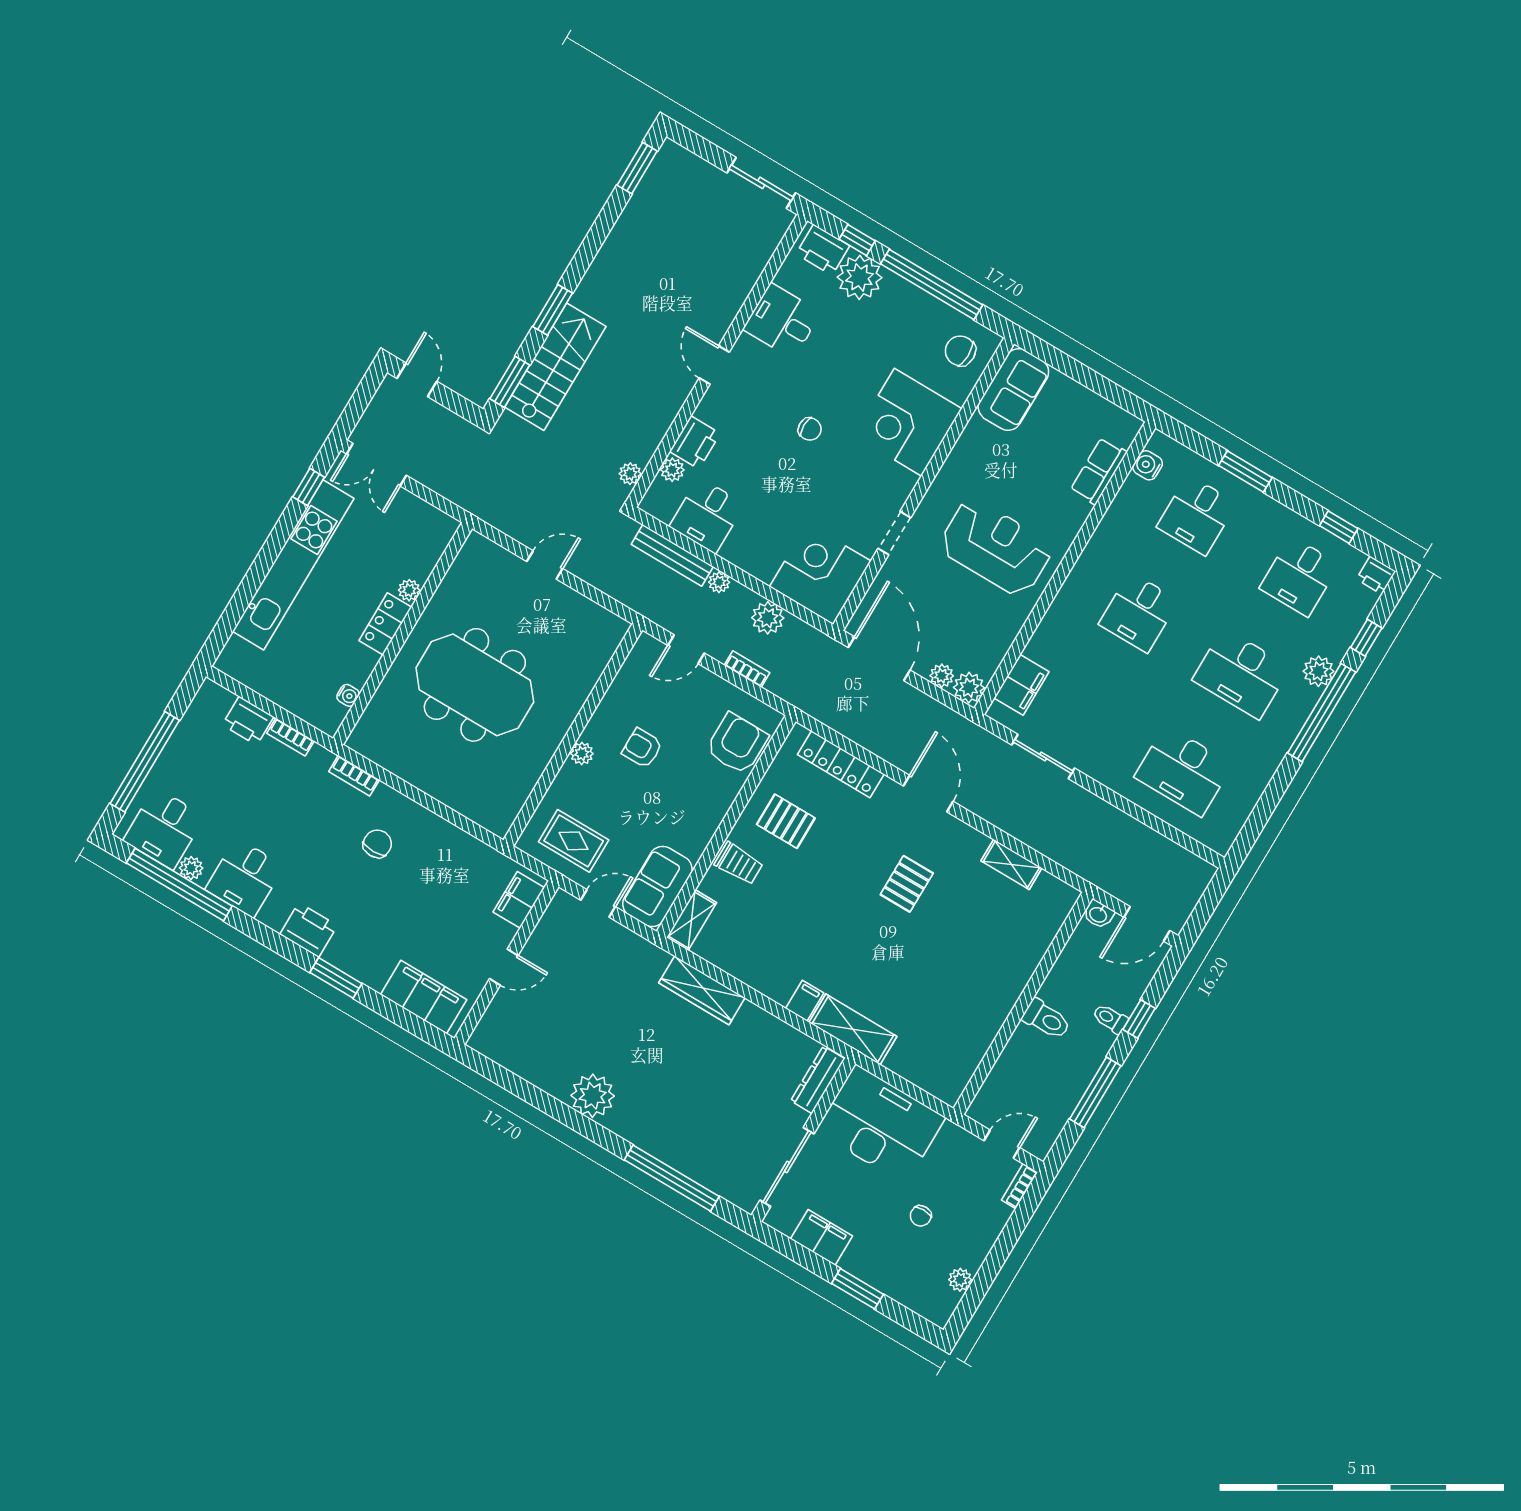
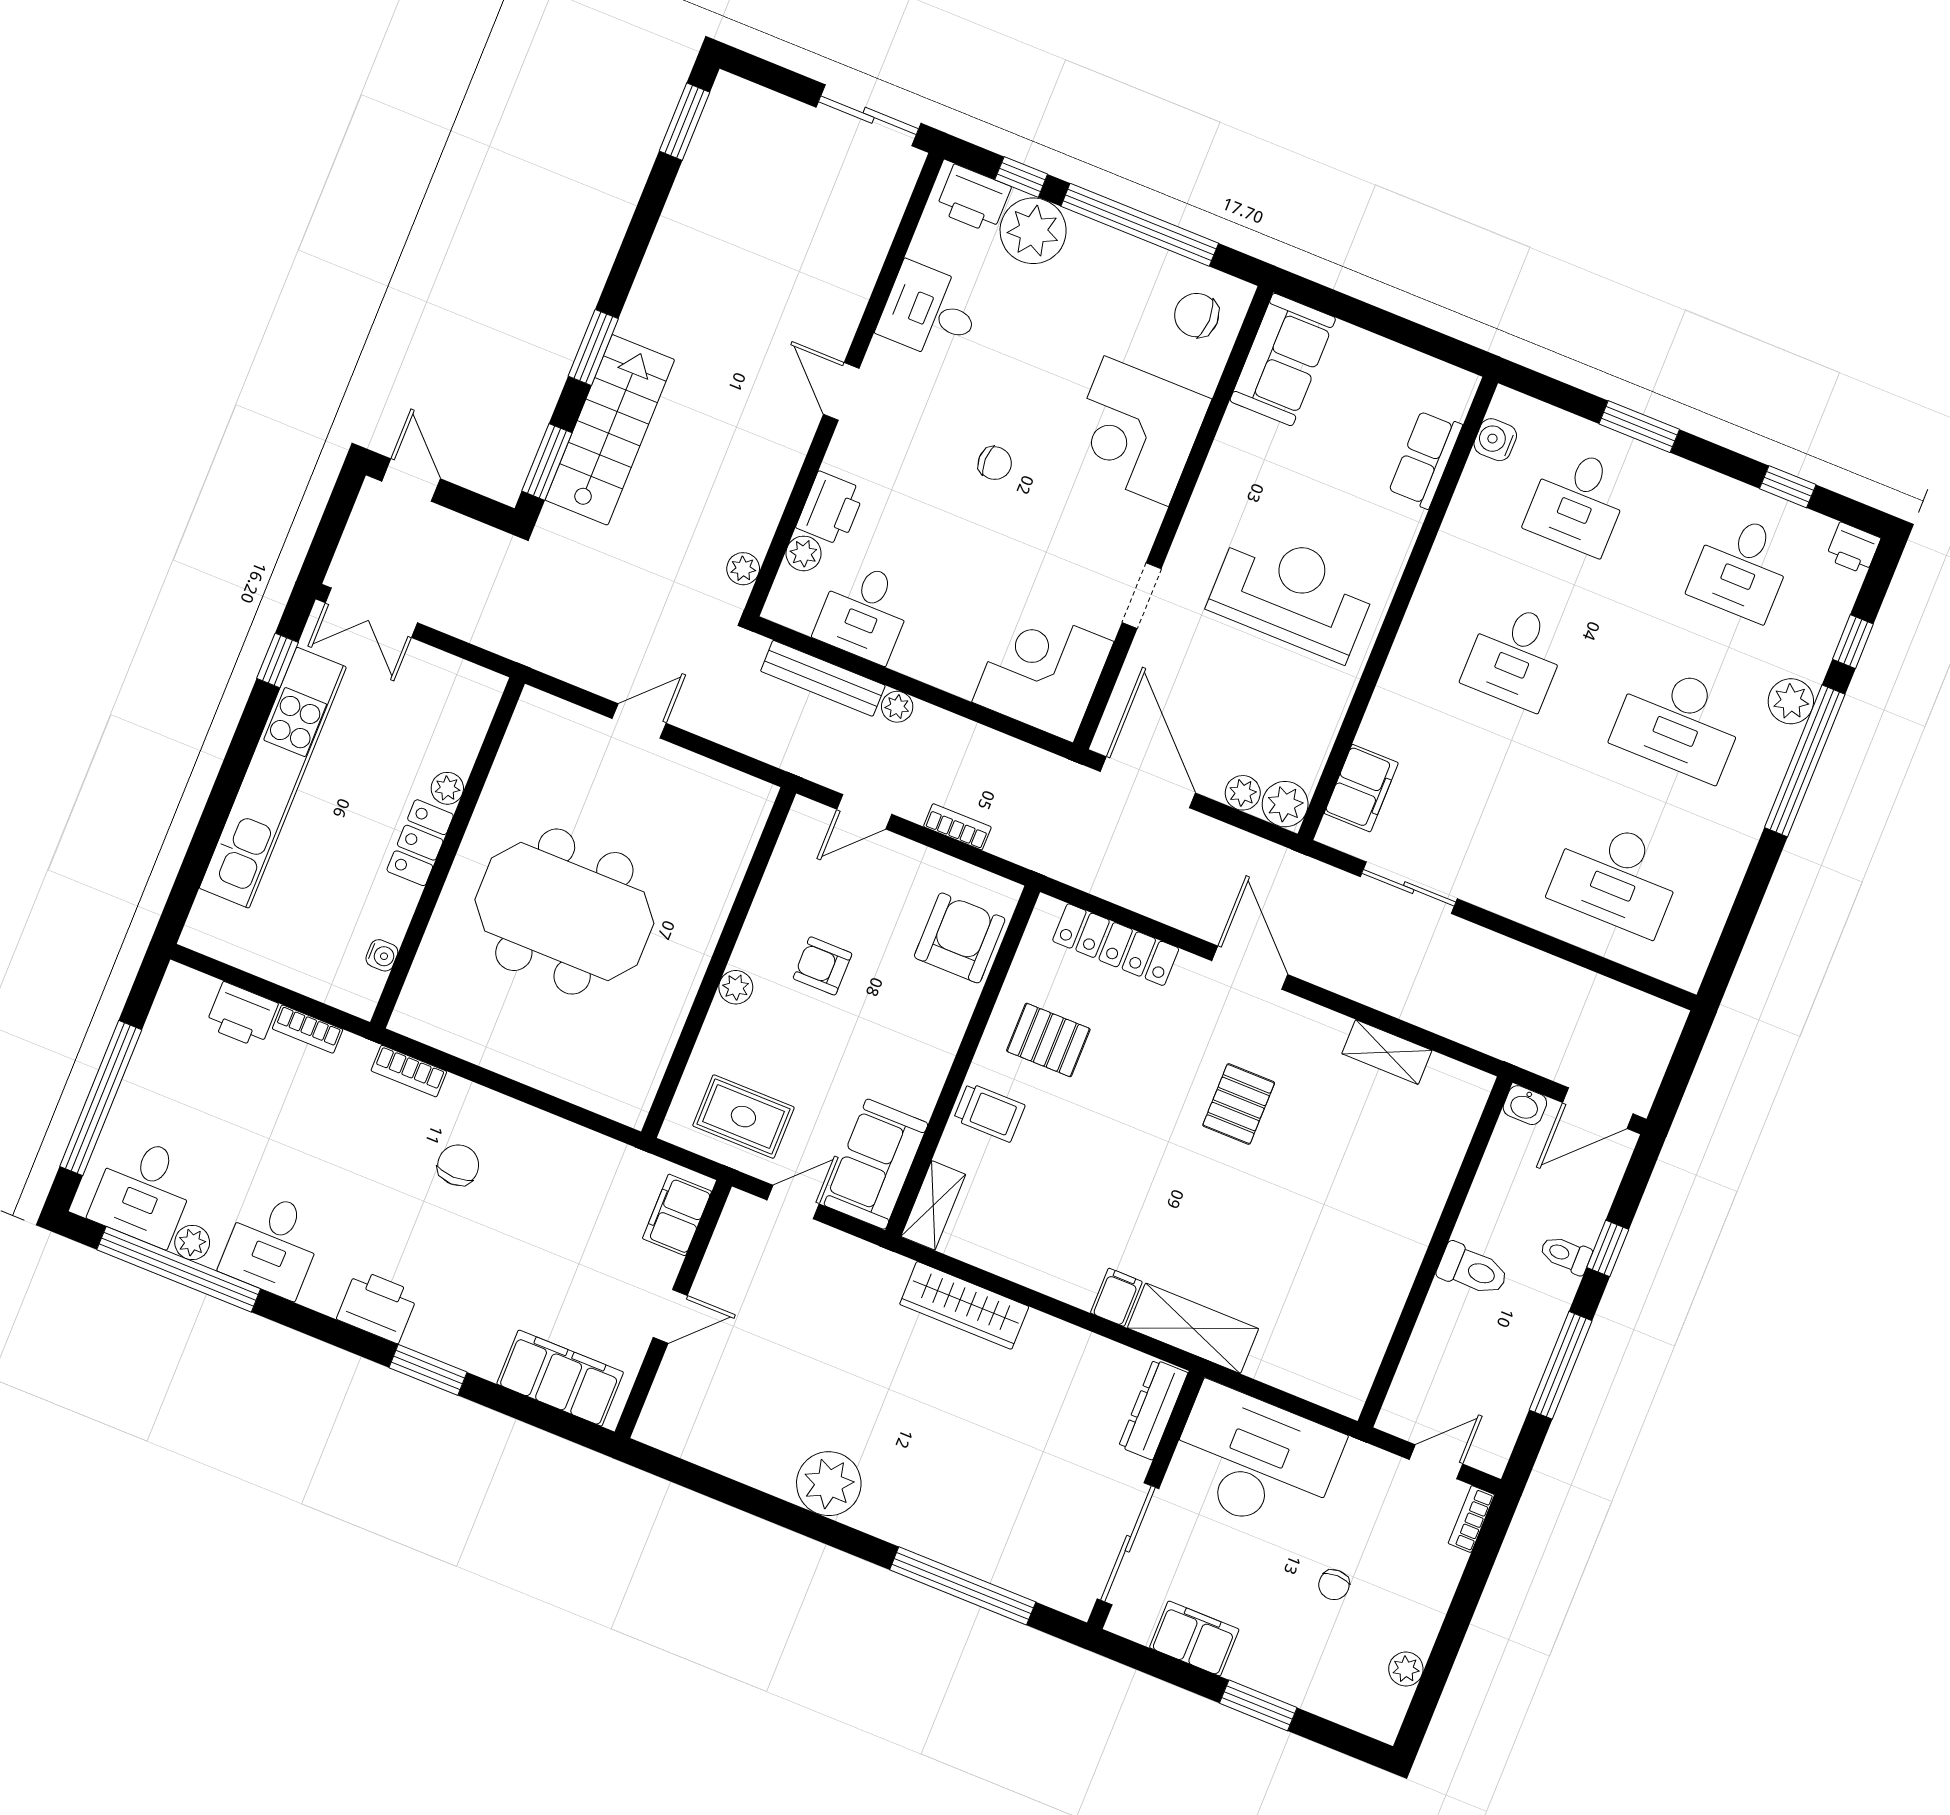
plant: (768, 618) -> (976, 748), removed

